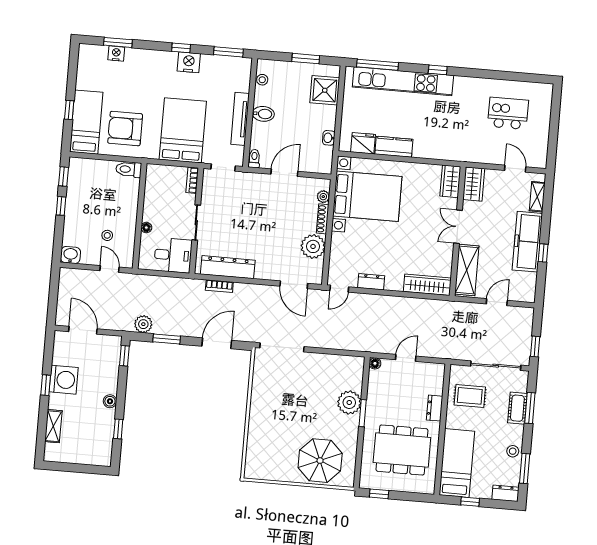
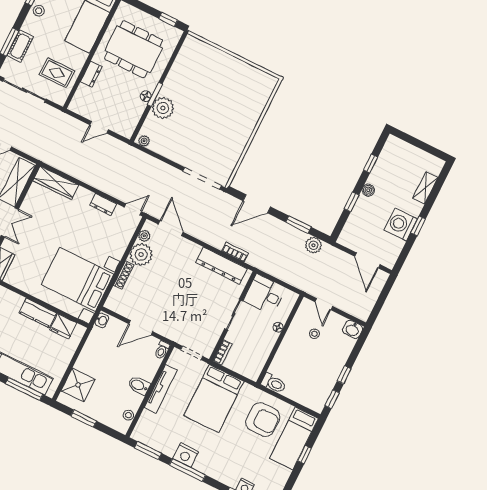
window: (181, 48) -> (187, 470), width x2.17
washbasin: (329, 138) -> (102, 320), moved
plant: (323, 197) -> (144, 236), moved
window: (124, 356) -> (352, 202), moved
plant: (355, 362) -> (144, 141), added
floor lamp: (375, 363) -> (146, 96), moved
parasol: (320, 461) -> (208, 68), removed

